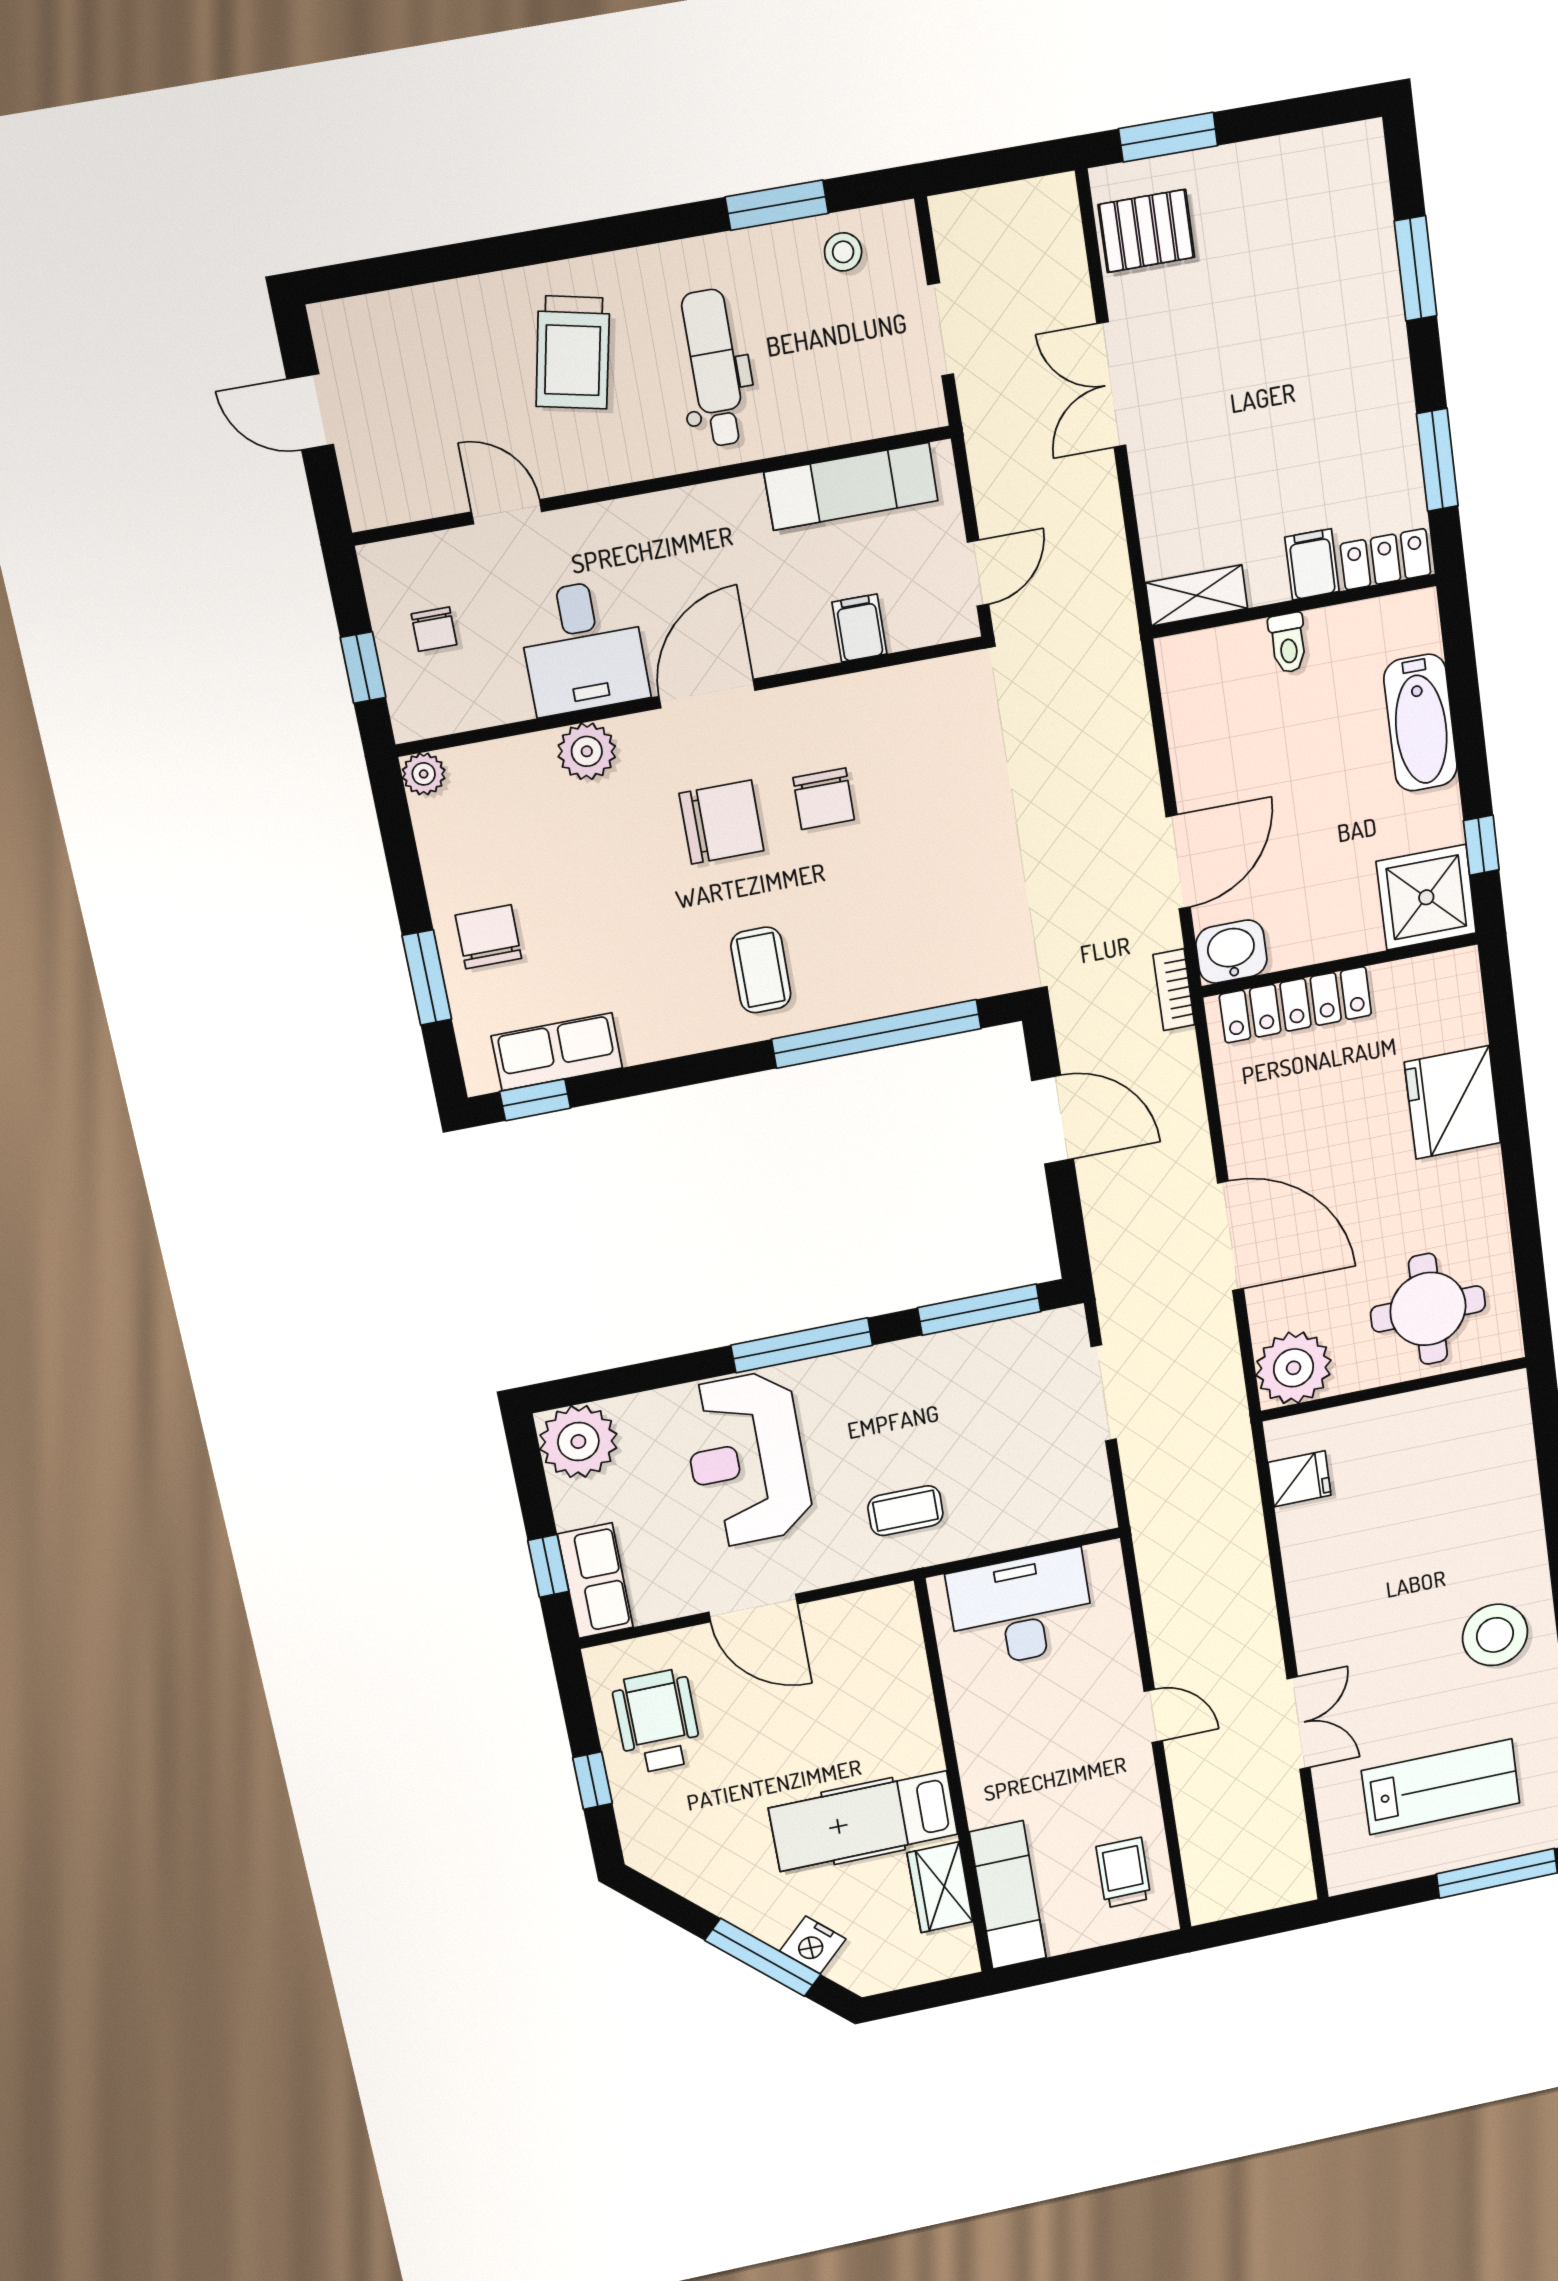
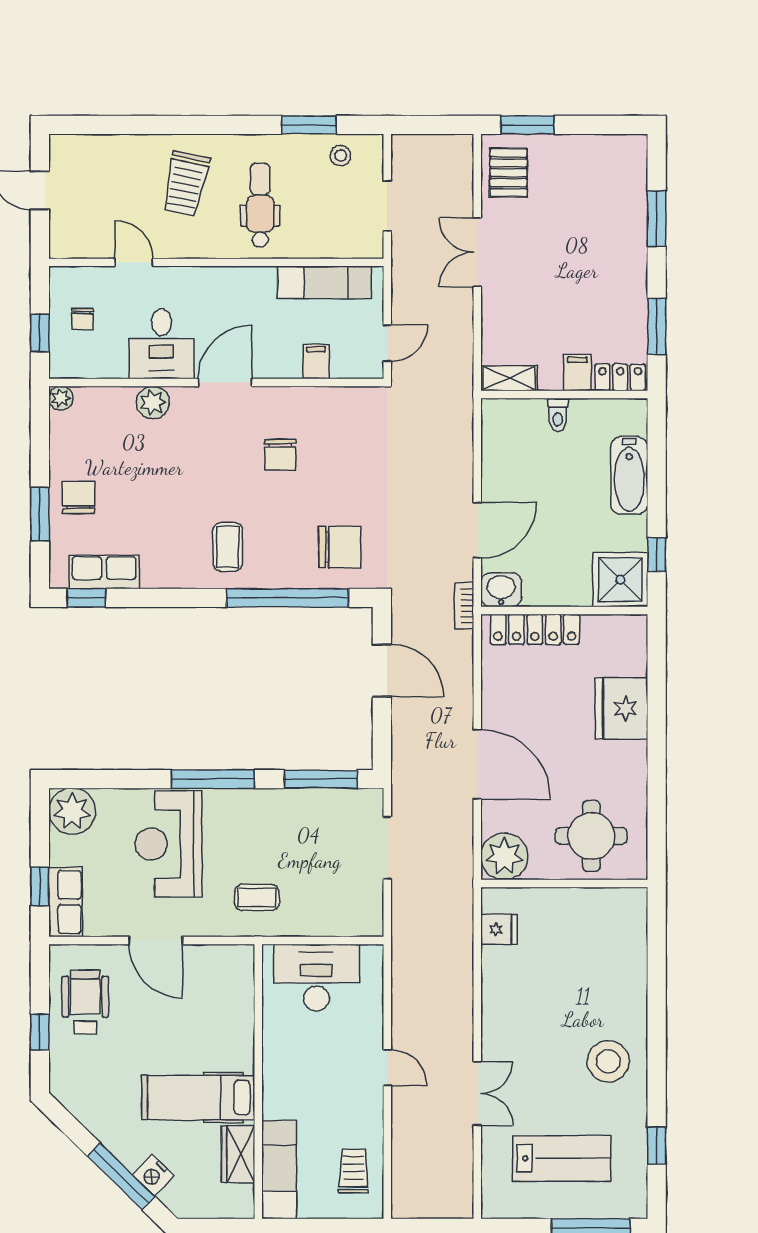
pallet: (1146, 231) -> (509, 173), turned 90
chair: (722, 822) -> (340, 547), moved

